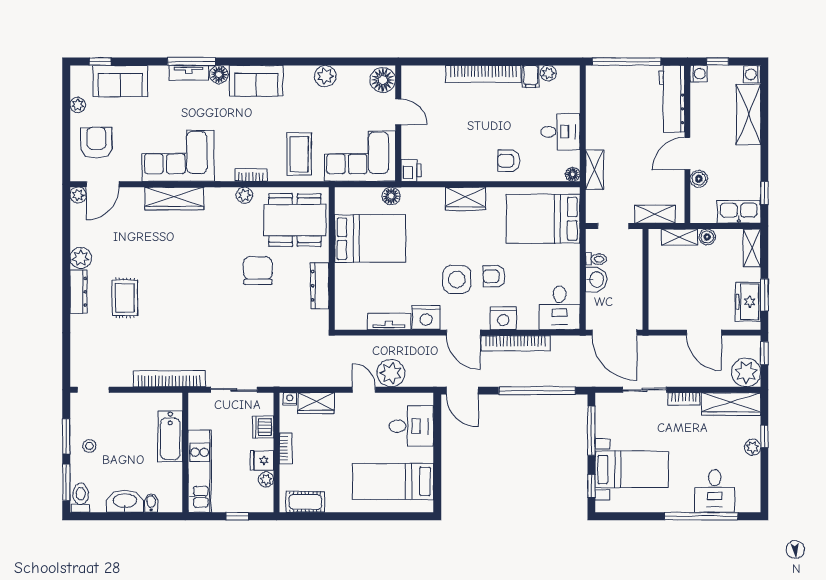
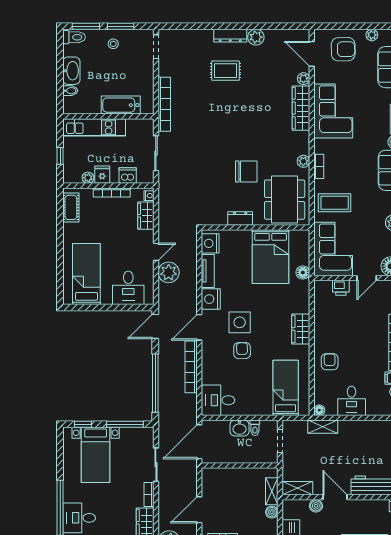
printer: (411, 170) -> (341, 288), moved
plant: (78, 195) -> (304, 79), moved
shelving: (655, 214) -> (297, 488), moved, turned 90
bed: (543, 219) -> (286, 388), width x0.67
dresser: (320, 286) -> (240, 218), width x0.70
nightstand: (503, 318) -> (210, 243), moved
bookcase: (286, 448) -> (112, 192), width x1.56

